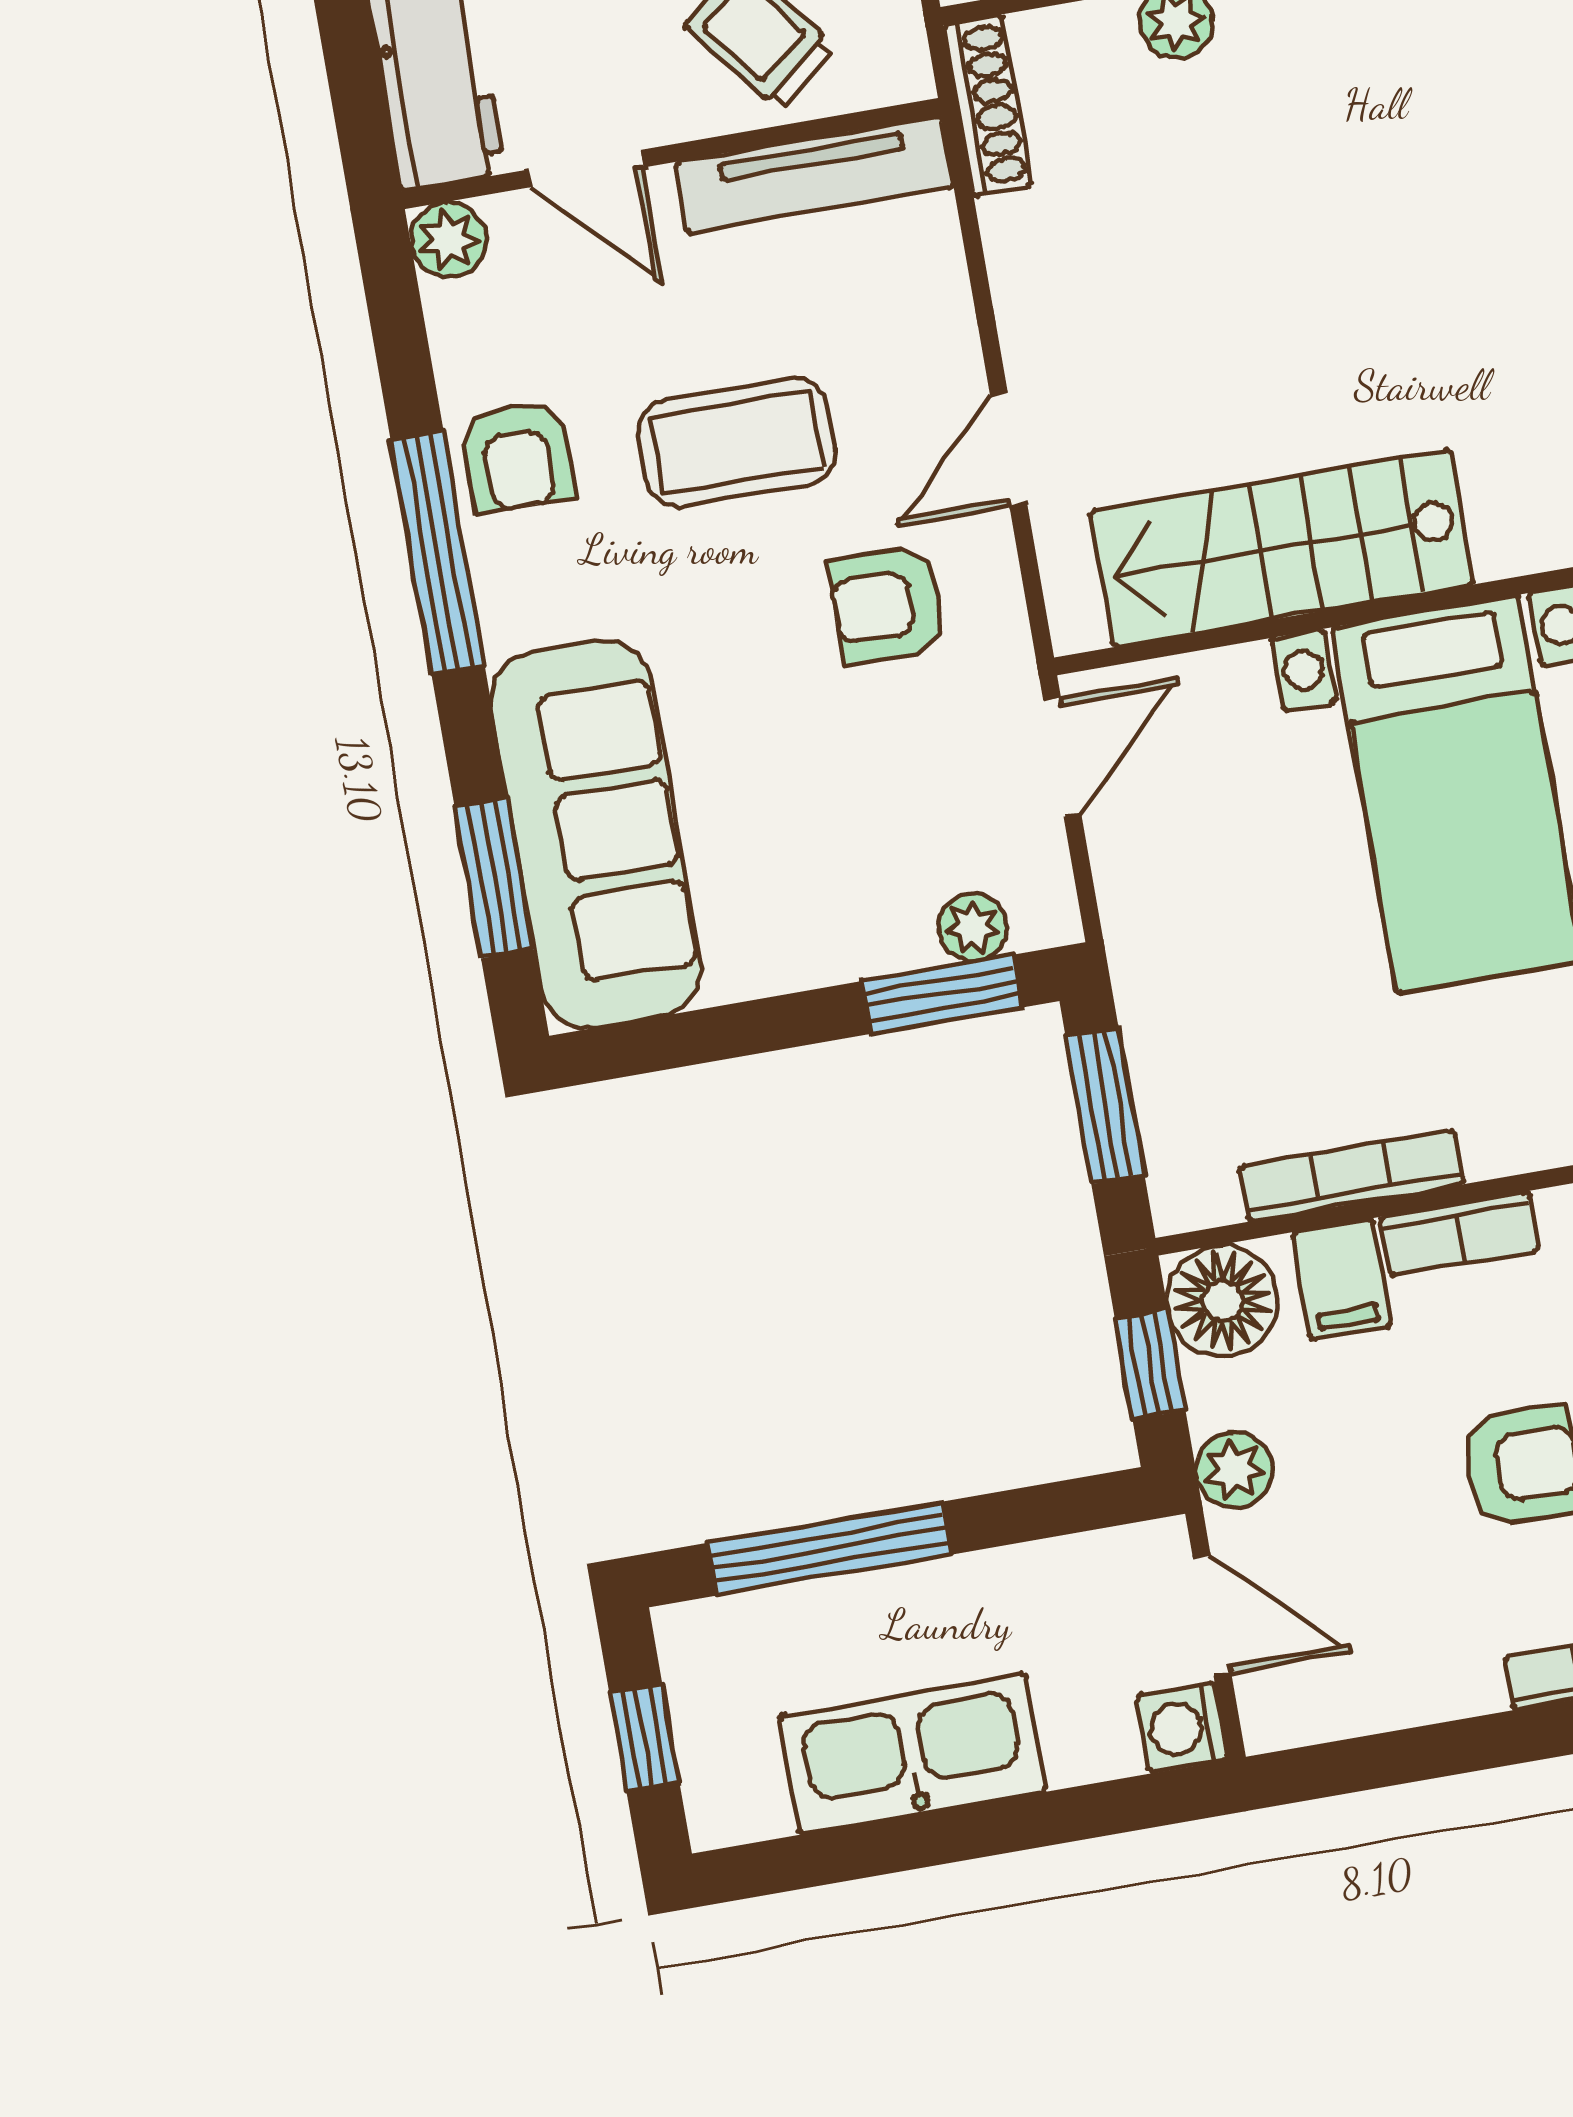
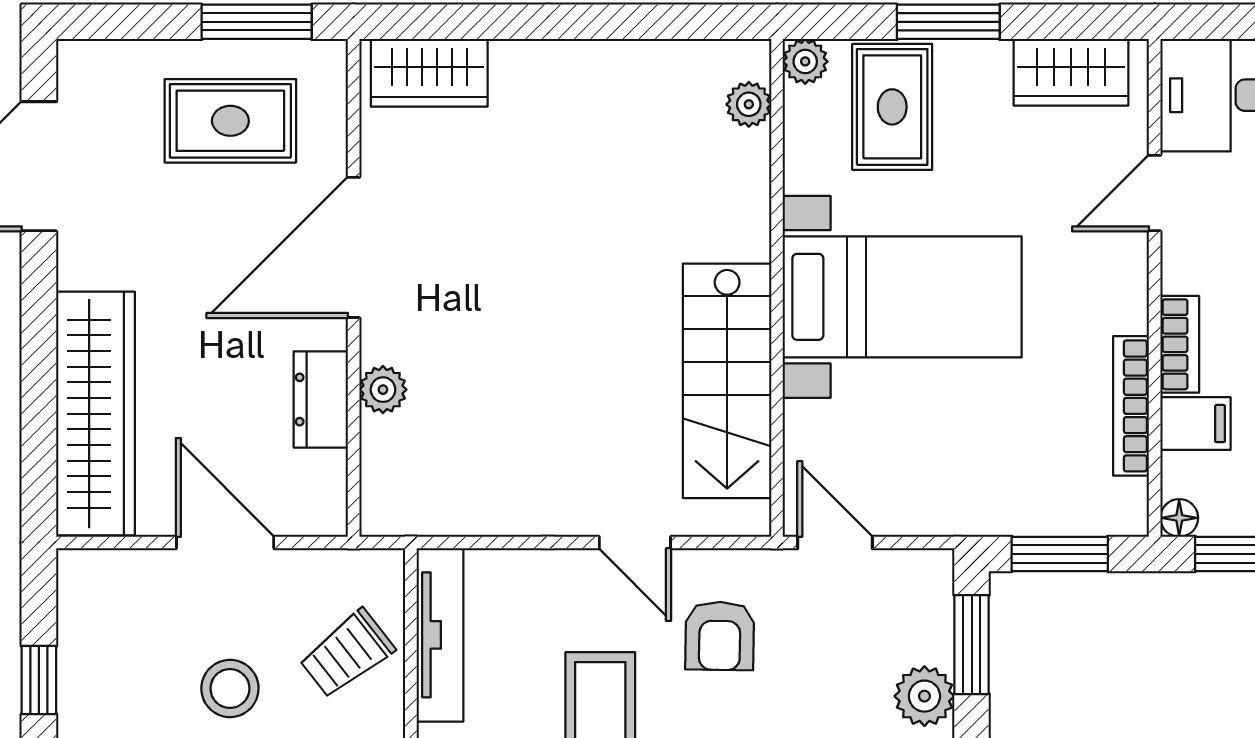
shoe rack: (988, 105) -> (415, 518), removed
plant: (973, 927) -> (924, 696), moved, width x1.38, depth x1.38
floor lamp: (1223, 1301) -> (1179, 518), width x0.53, depth x0.53

